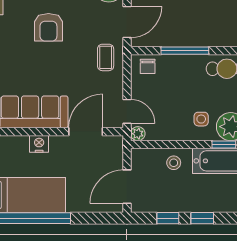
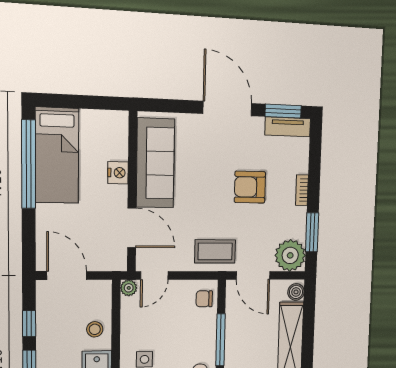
coffee table: (106, 57) -> (215, 251), width x1.36, depth x1.30

